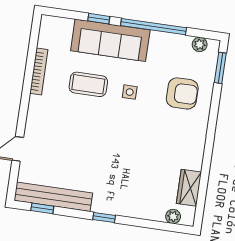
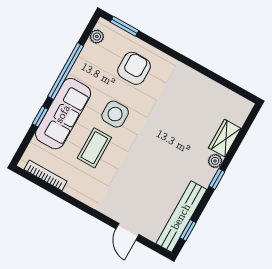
bookcase: (39, 71) -> (46, 175), moved
side table: (130, 92) -> (115, 114), width x1.87, depth x1.87
wardrobe: (189, 188) -> (225, 138), moved, turned 90
plant: (173, 216) -> (215, 161), moved

